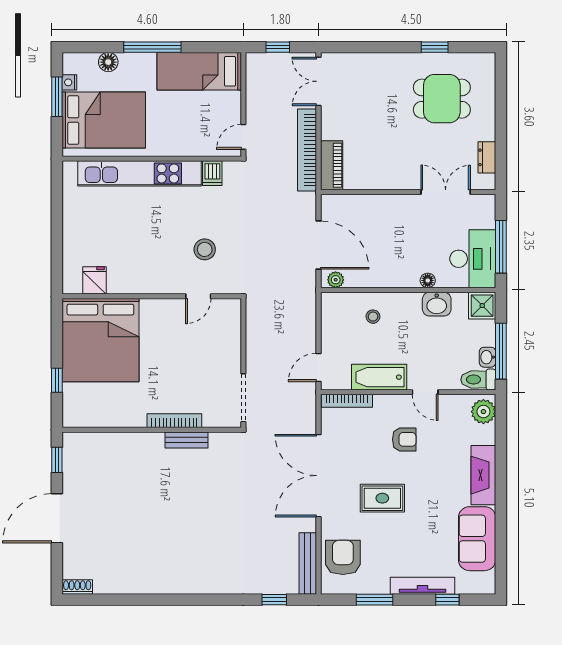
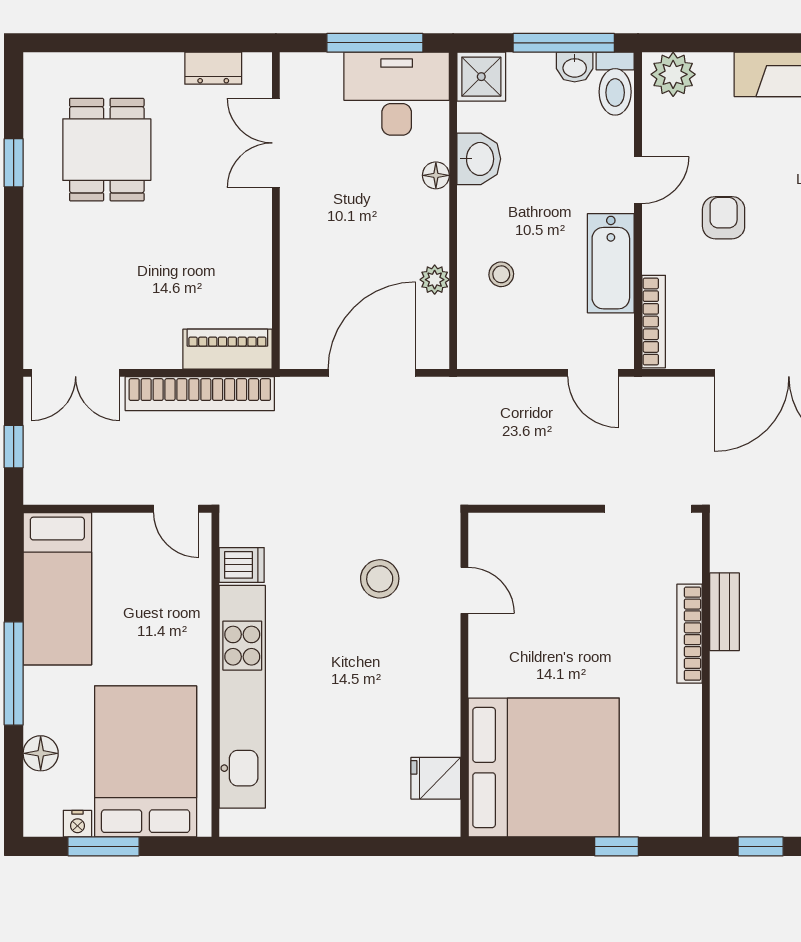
plant: (336, 280) -> (435, 280), moved

